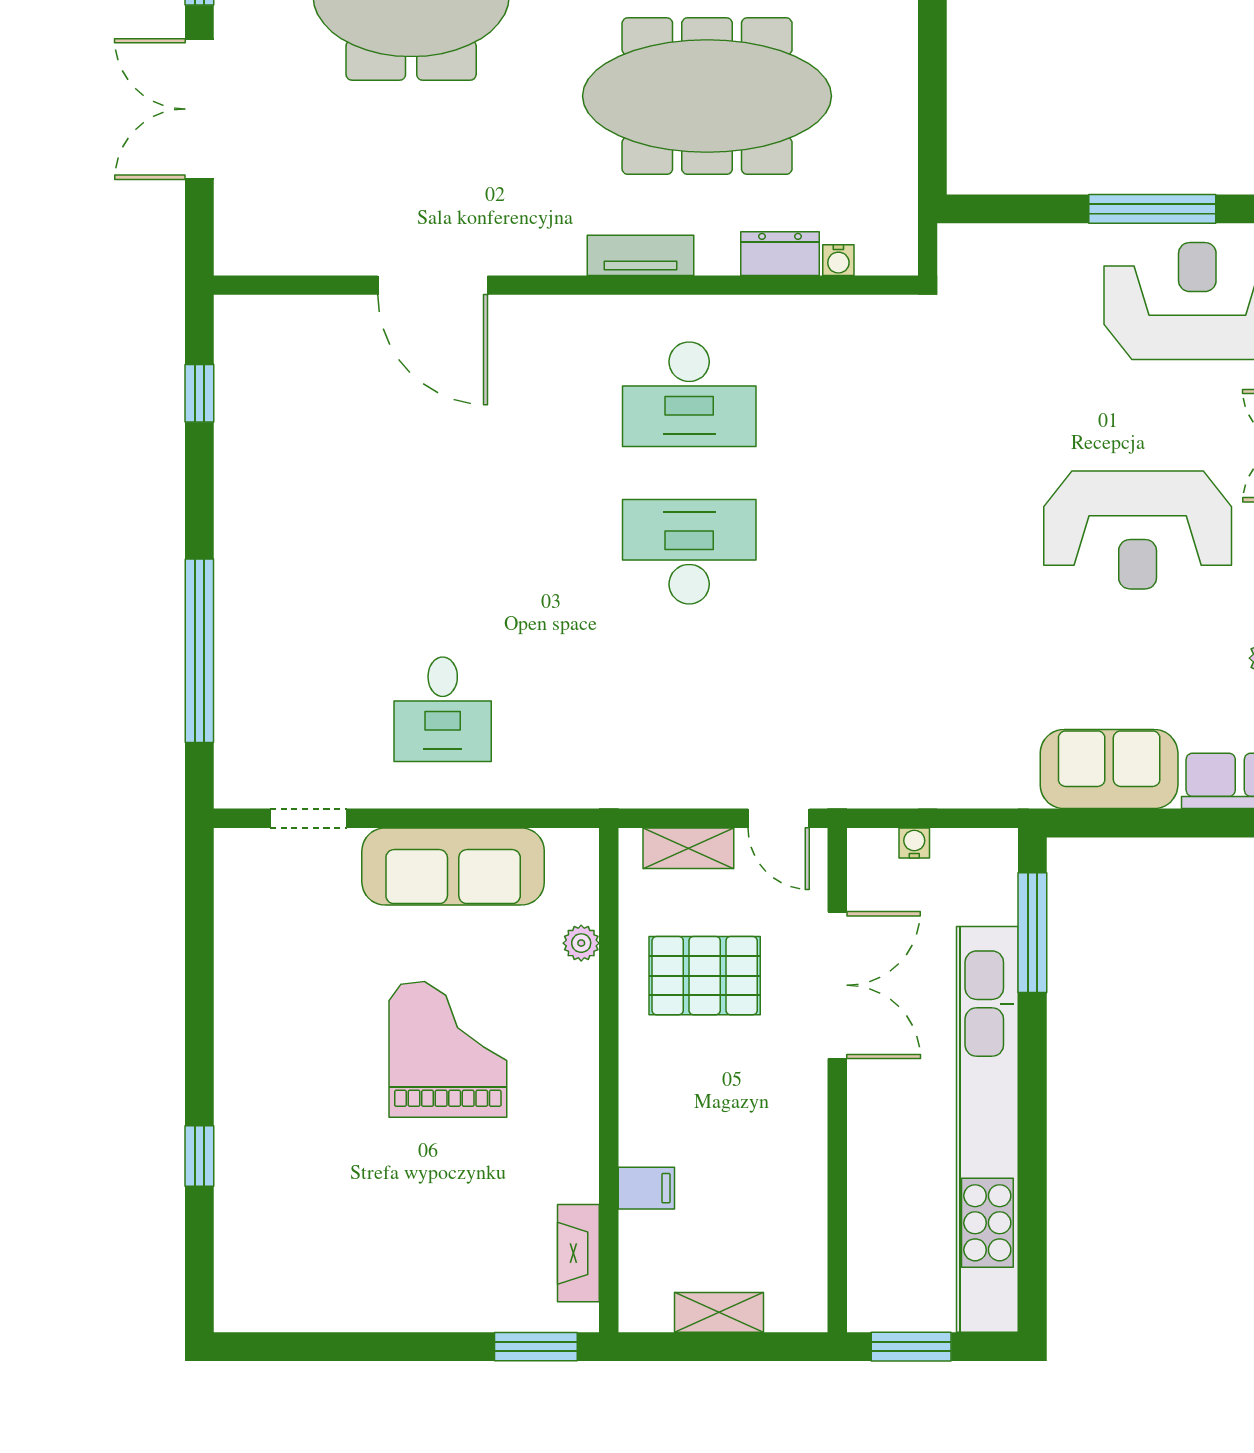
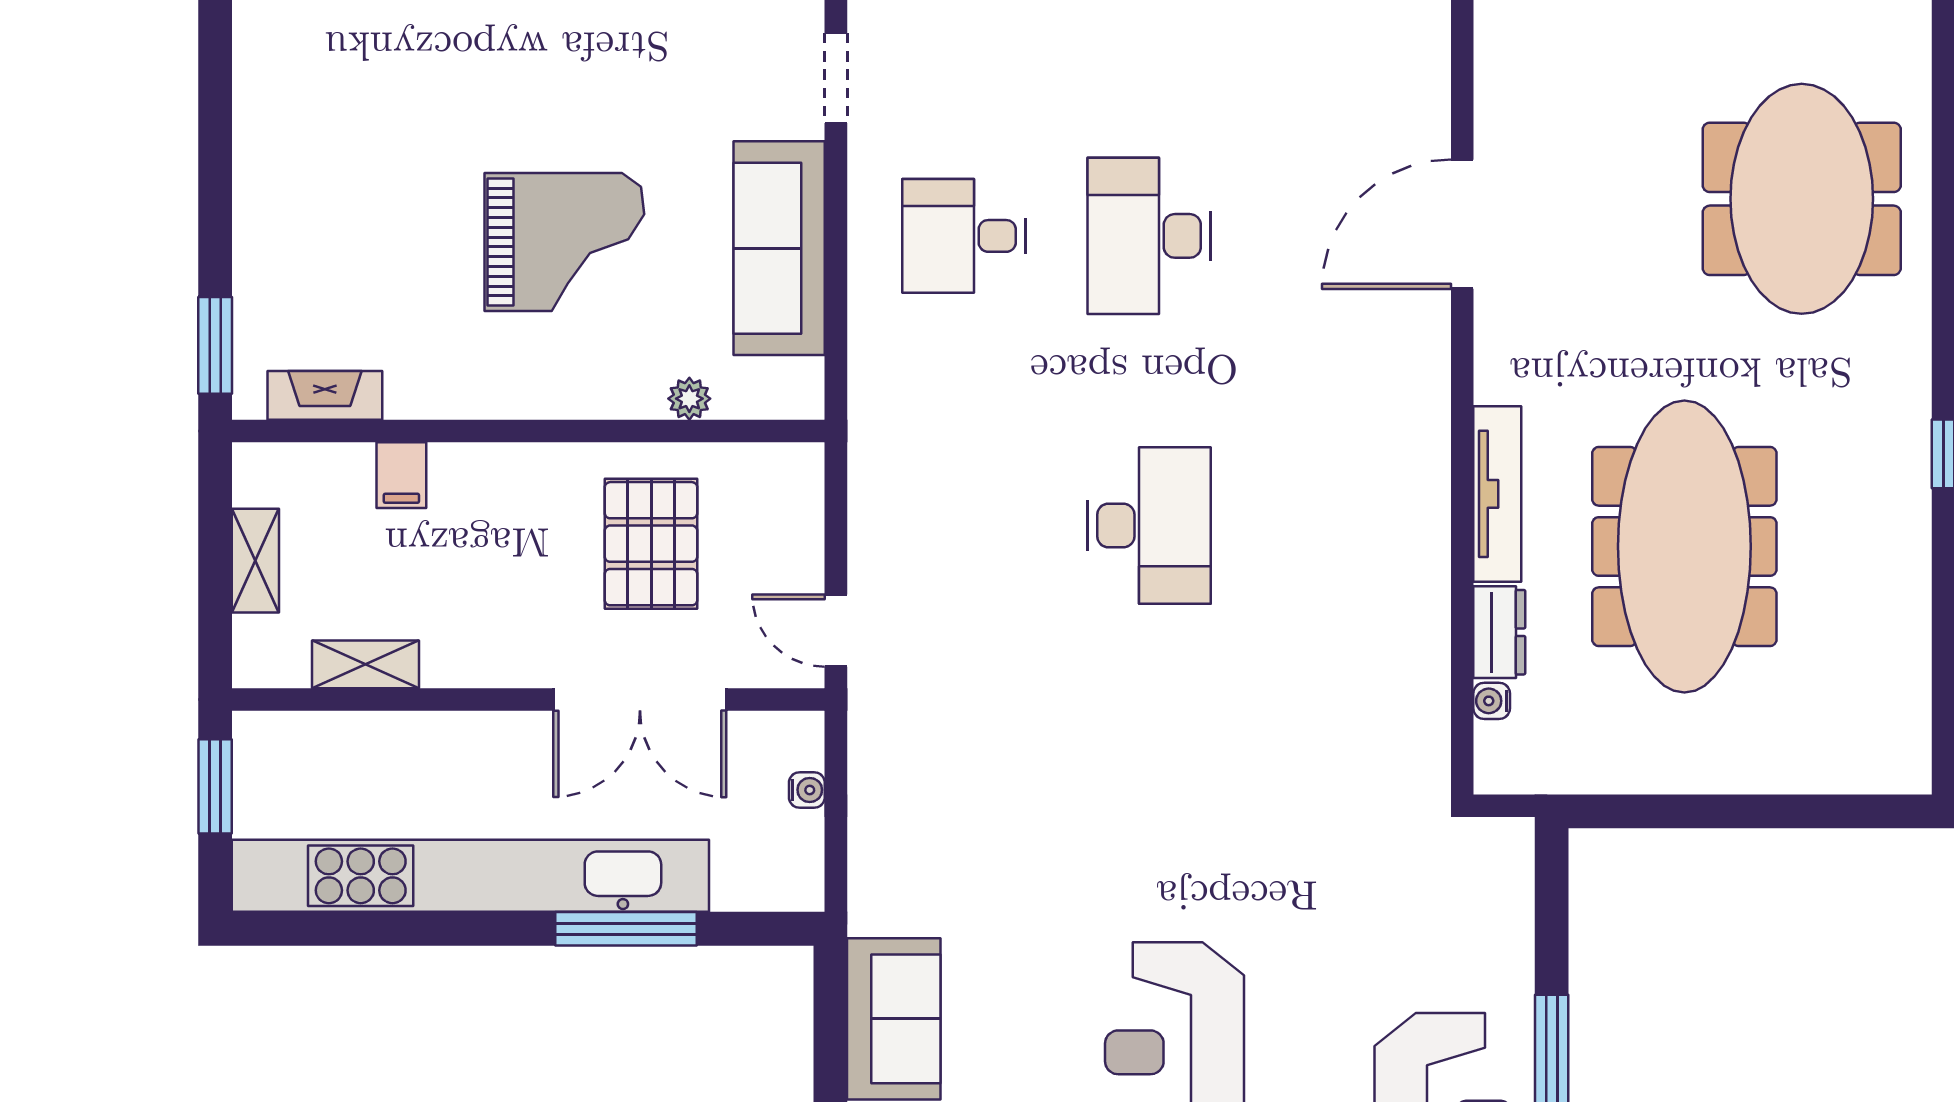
tv unit: (641, 255) -> (1497, 494), width x1.41
desk: (689, 394) -> (1149, 236), moved
door: (779, 818) -> (836, 631), hinge flipped
shelving: (688, 848) -> (365, 664), moved, turned 90
window: (1032, 933) -> (626, 929), moved

